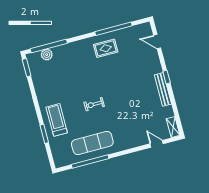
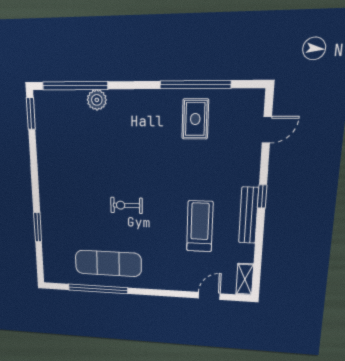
door: (157, 42) -> (267, 130), swing flipped
rug: (106, 48) -> (195, 119), moved, turned 90
plant: (47, 55) -> (97, 100), moved
treadmill: (57, 120) -> (200, 226), moved
door: (157, 144) -> (209, 296), hinge flipped

